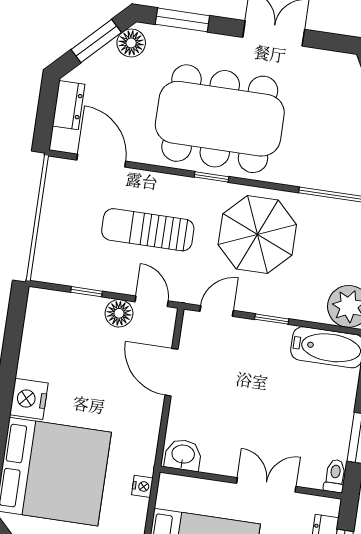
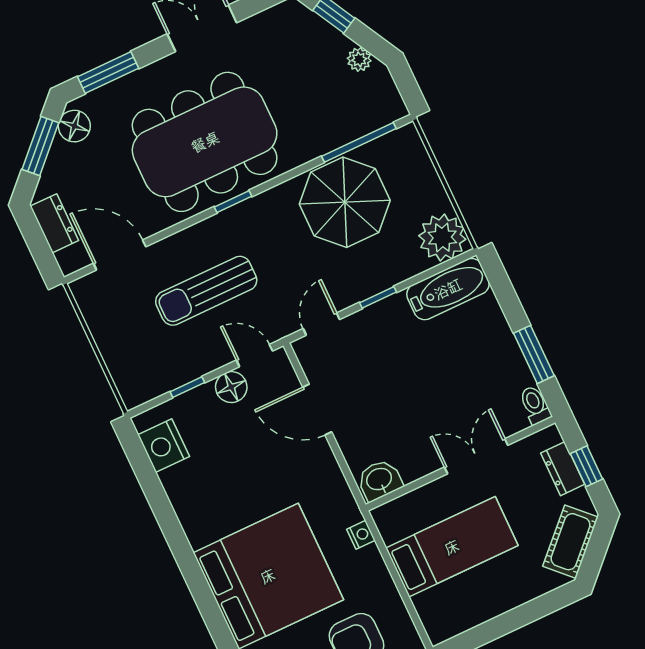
parasol: (257, 235) -> (345, 202), moved
nightstand: (29, 399) -> (164, 446), moved

